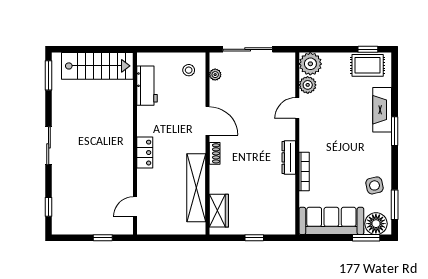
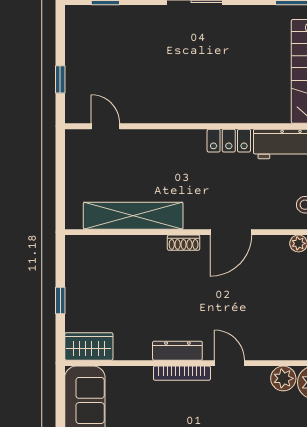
door: (297, 108) -> (229, 363), moved
locker: (145, 153) -> (229, 141), moved
bookcase: (304, 172) -> (182, 373), moved
wardrobe: (219, 211) -> (89, 346), moved, turned 180

